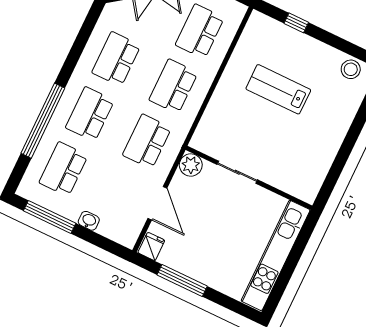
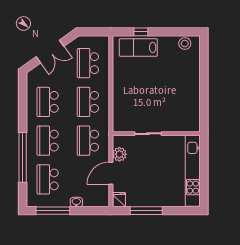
lab bench: (278, 89) -> (138, 47), moved
plant: (191, 165) -> (119, 154), moved
door: (157, 203) -> (111, 173), swing flipped

